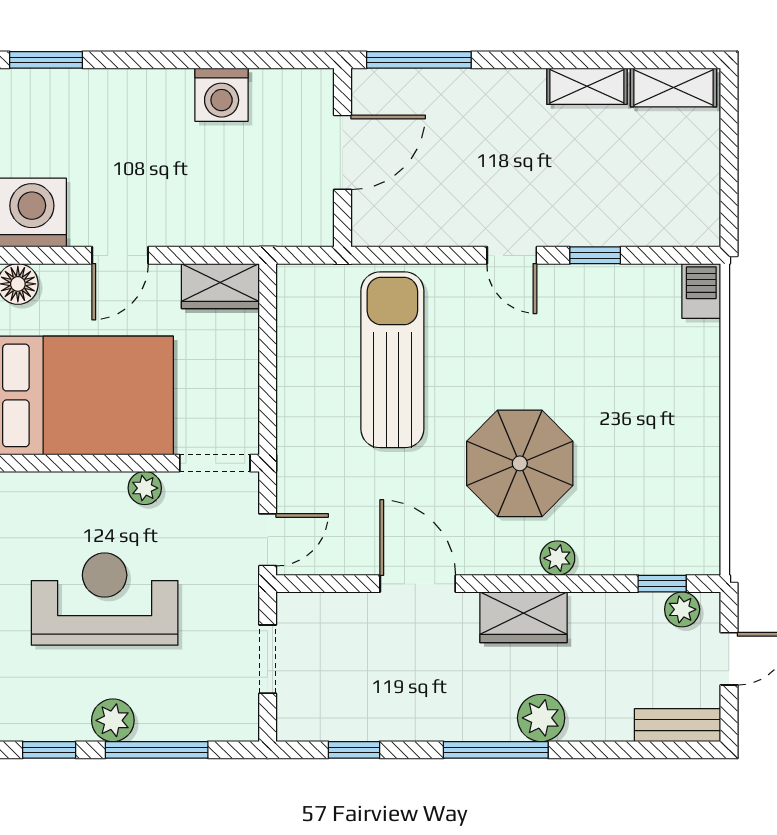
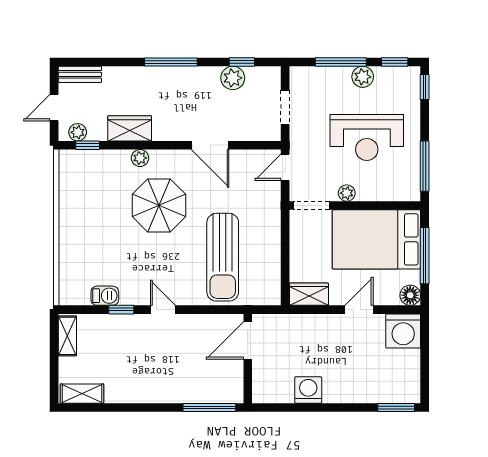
shelving: (587, 86) -> (67, 336), moved, turned 90
door: (342, 152) -> (248, 340), moved
barbecue: (701, 291) -> (105, 296), moved, turned -90
wardrobe: (523, 617) -> (130, 128), moved
plant: (541, 718) -> (233, 78), moved

